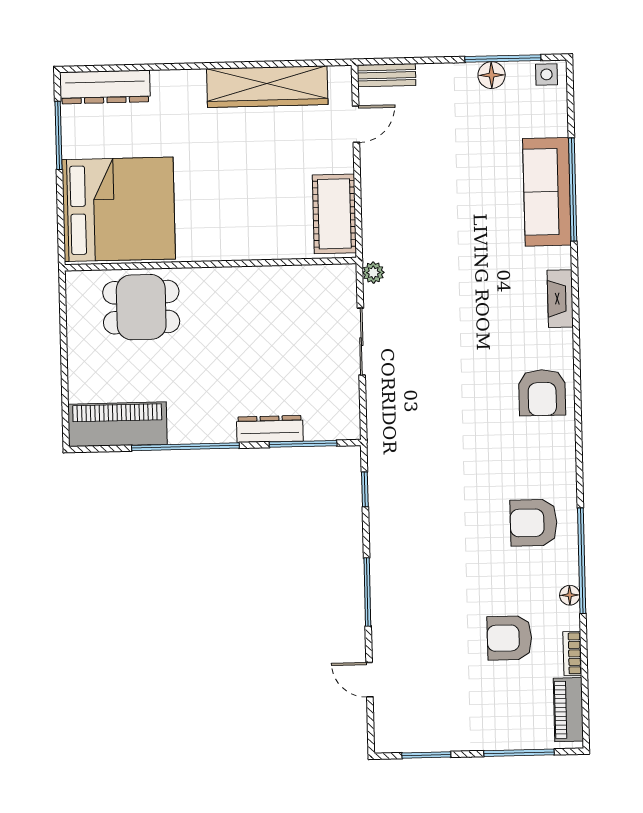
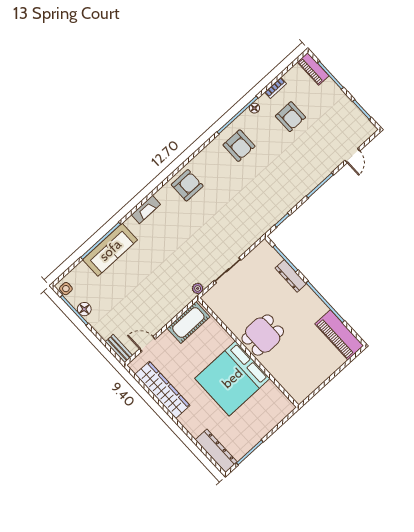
bed: (119, 209) -> (232, 378), moved, turned -90
dining table: (141, 307) -> (263, 335), moved, turned 90
piano: (568, 710) -> (313, 69), moved, turned 90

